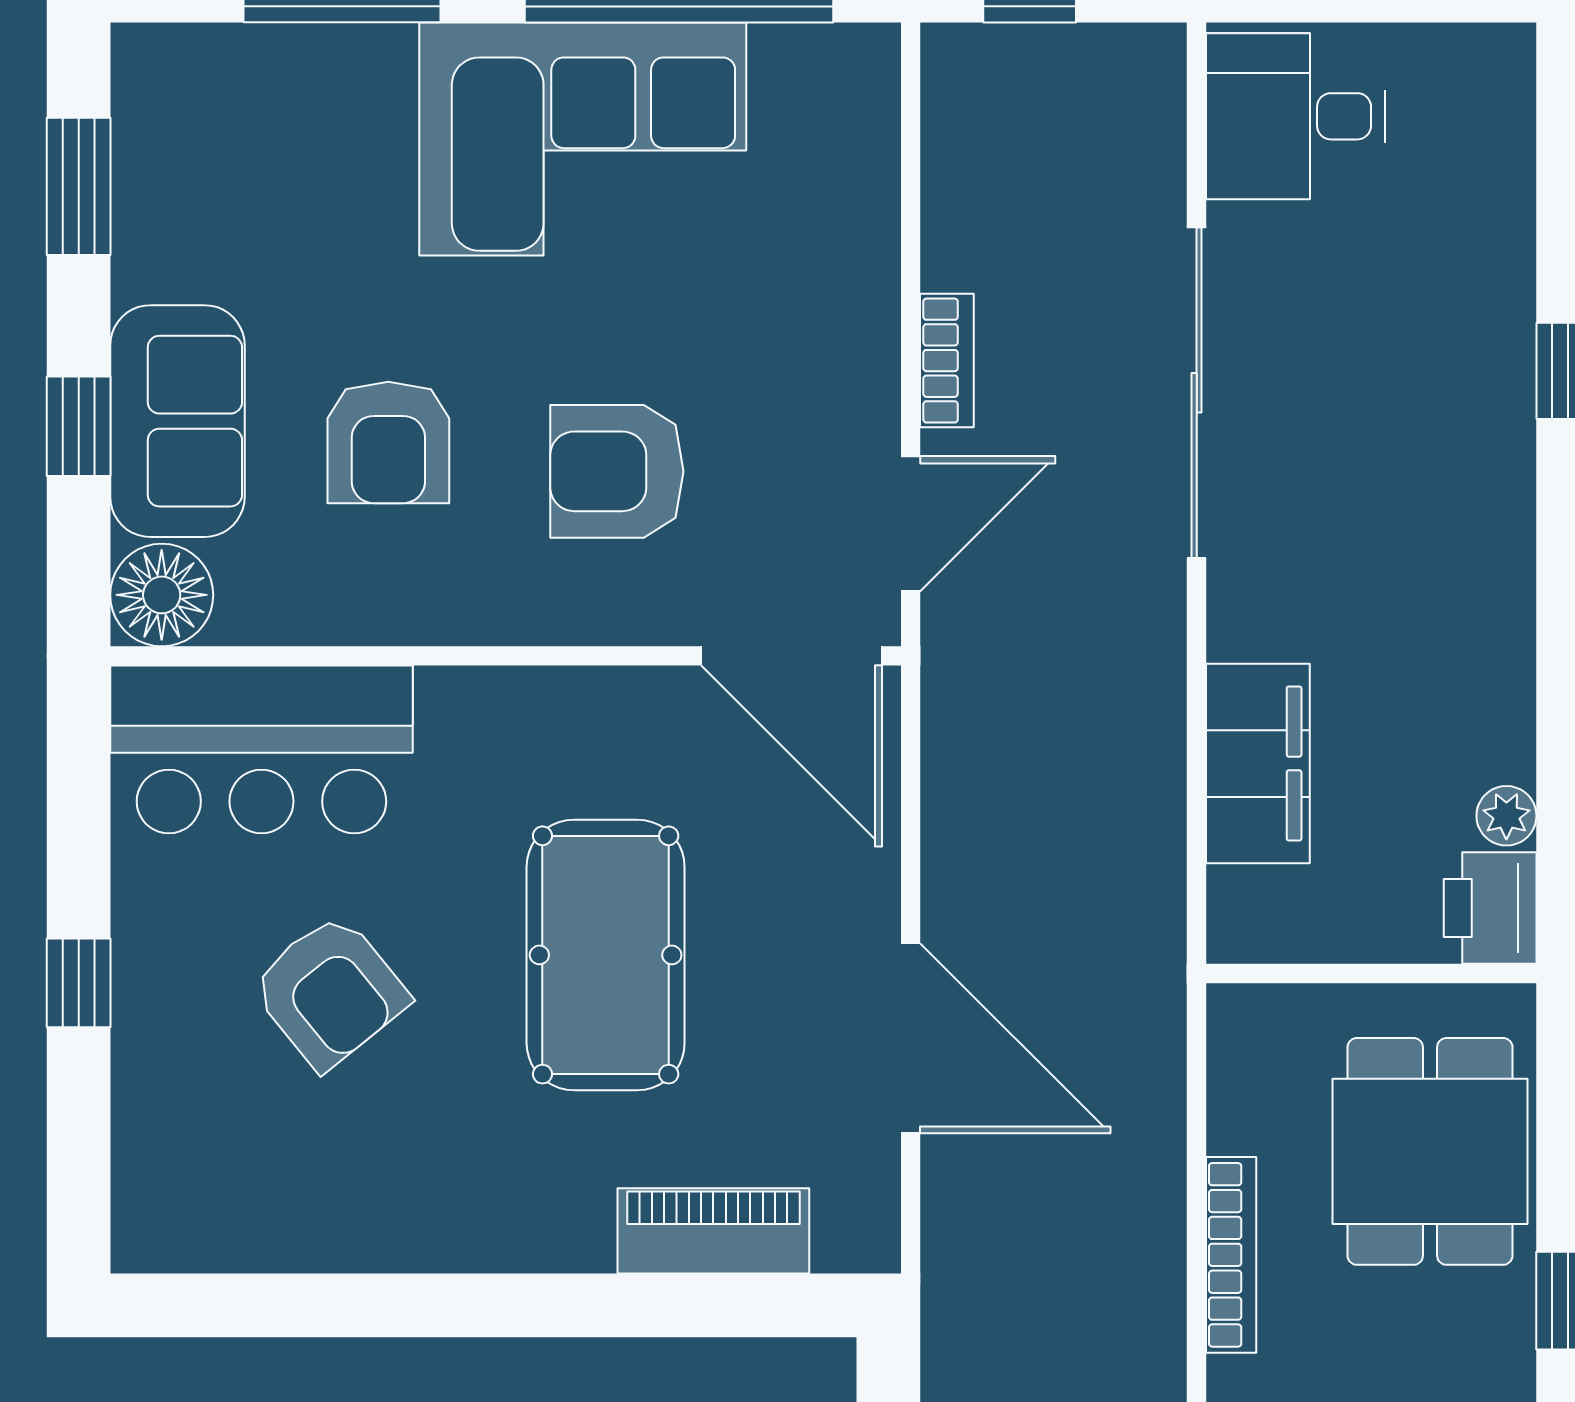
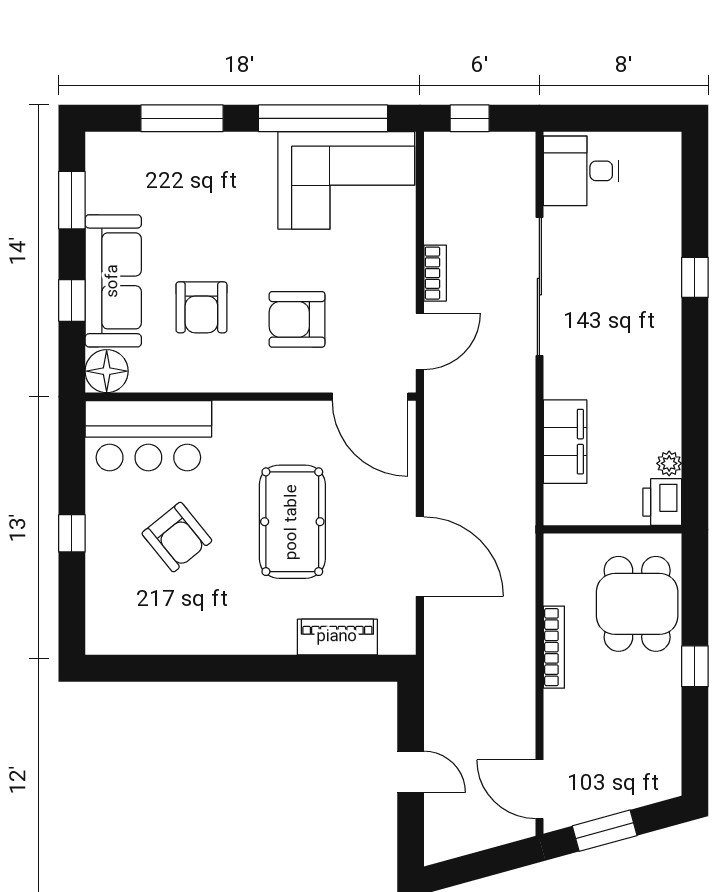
corner sofa: (583, 139) -> (346, 180), moved
sofa: (177, 421) -> (113, 281), width x1.36

